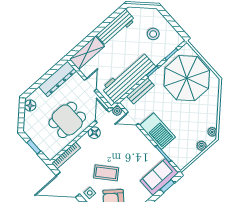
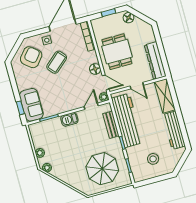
parasol: (187, 78) -> (102, 169), width x0.73, depth x0.73
floor lamp: (30, 105) -> (128, 18), moved
barbecue: (158, 131) -> (69, 119), width x0.53, depth x0.65

